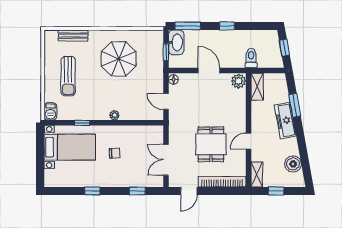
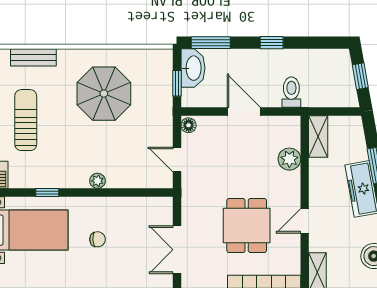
toilet: (251, 58) -> (291, 92), moved
sun lounger: (68, 76) -> (26, 120), turned 180
plant: (239, 81) -> (289, 159), moved

